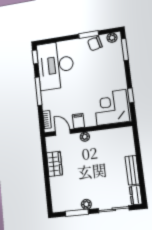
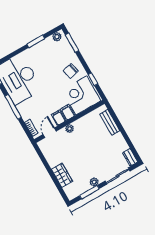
chair: (95, 44) -> (71, 71), moved
filing cabinet: (90, 119) -> (68, 112), added
door: (63, 132) -> (50, 133), hinge flipped
wardrobe: (55, 164) -> (62, 175), moved
bench: (132, 170) -> (110, 122), moved

